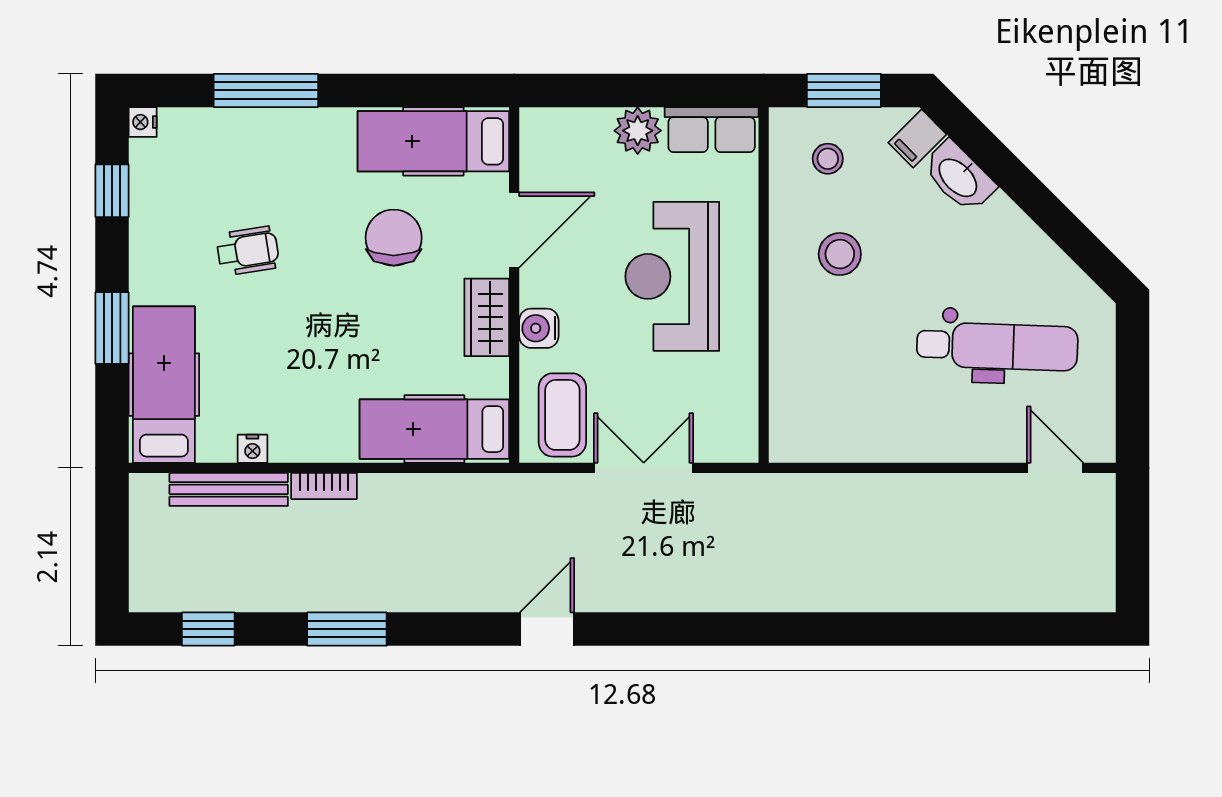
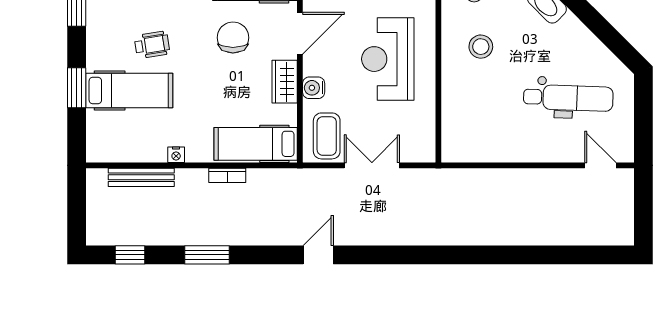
hospital bed: (164, 385) -> (129, 91), moved, turned 90
nightstand: (252, 449) -> (176, 155), moved
bookcase: (324, 486) -> (227, 175), moved

